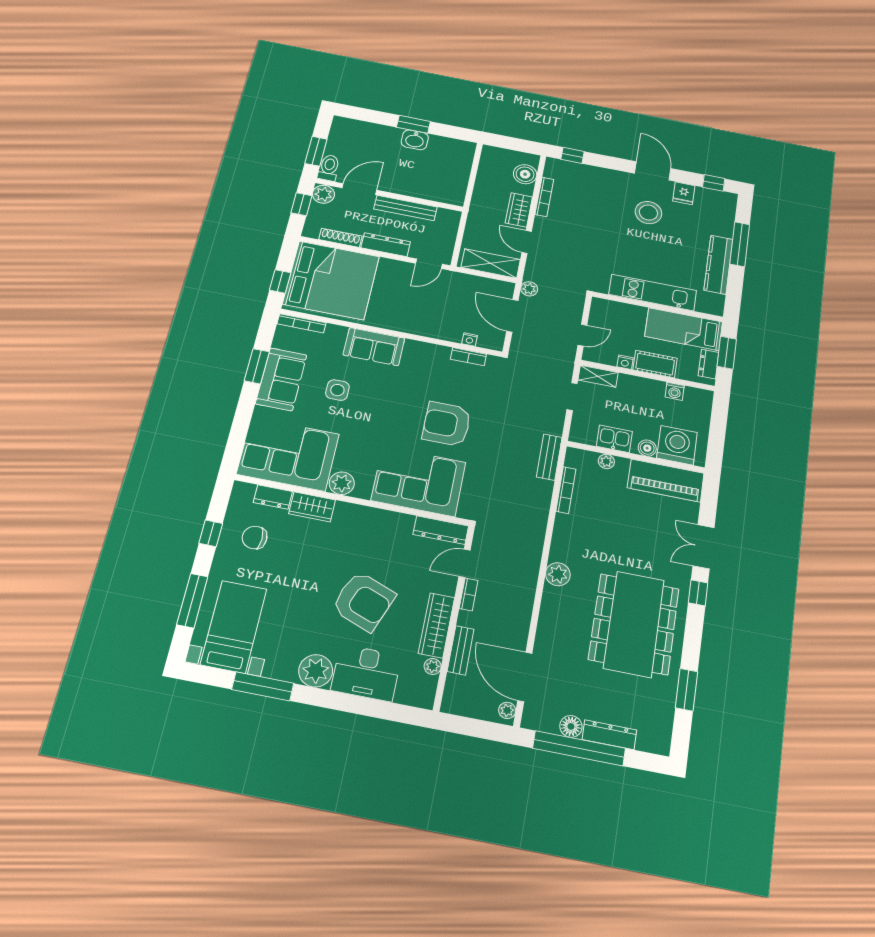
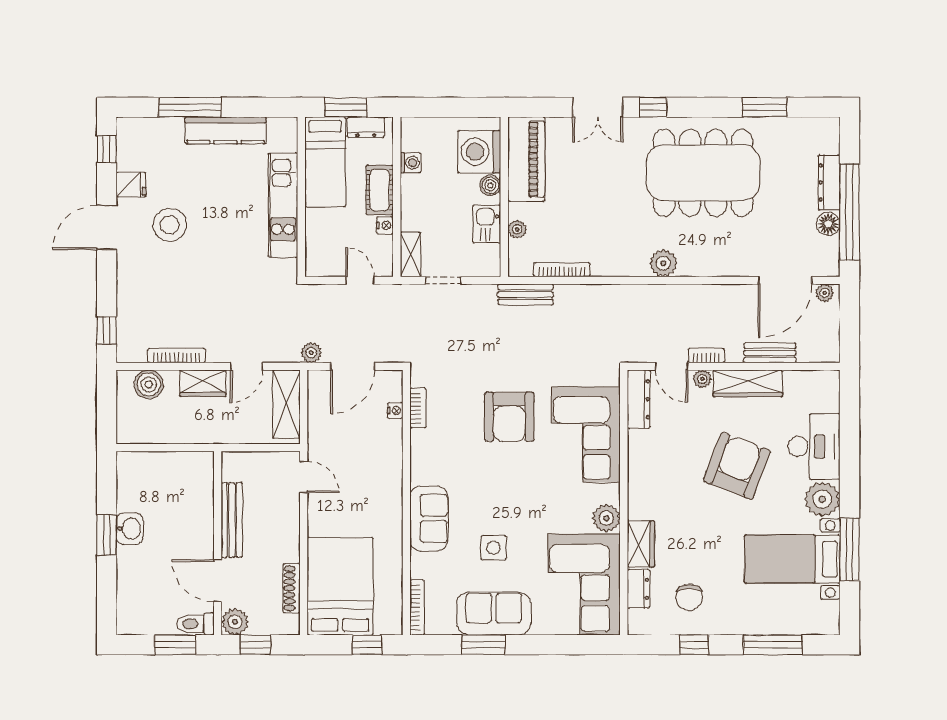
dresser: (386, 245) -> (289, 533), removed
bed: (331, 280) -> (340, 586), width x0.73
bed with nightstands: (234, 627) -> (792, 559), moved
plant: (433, 666) -> (702, 379), moved

